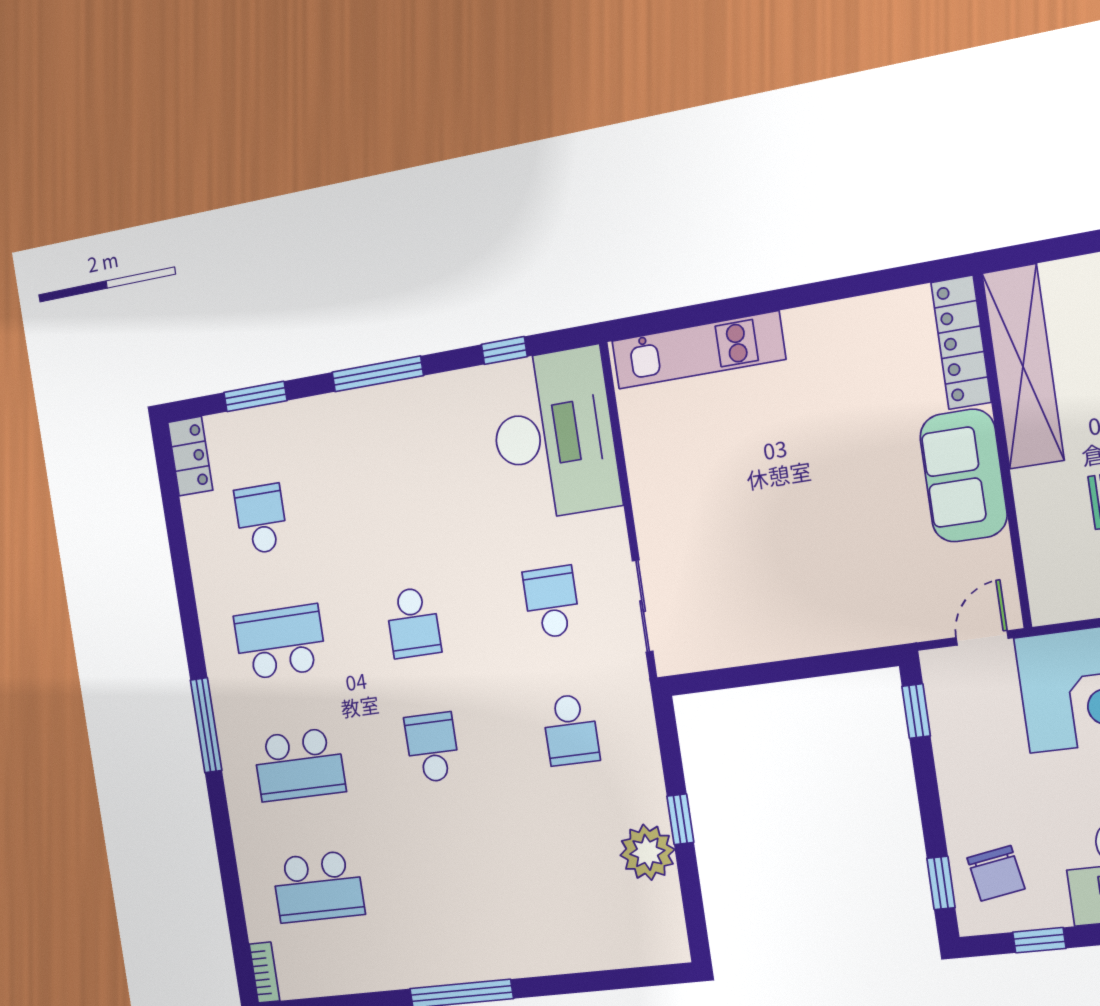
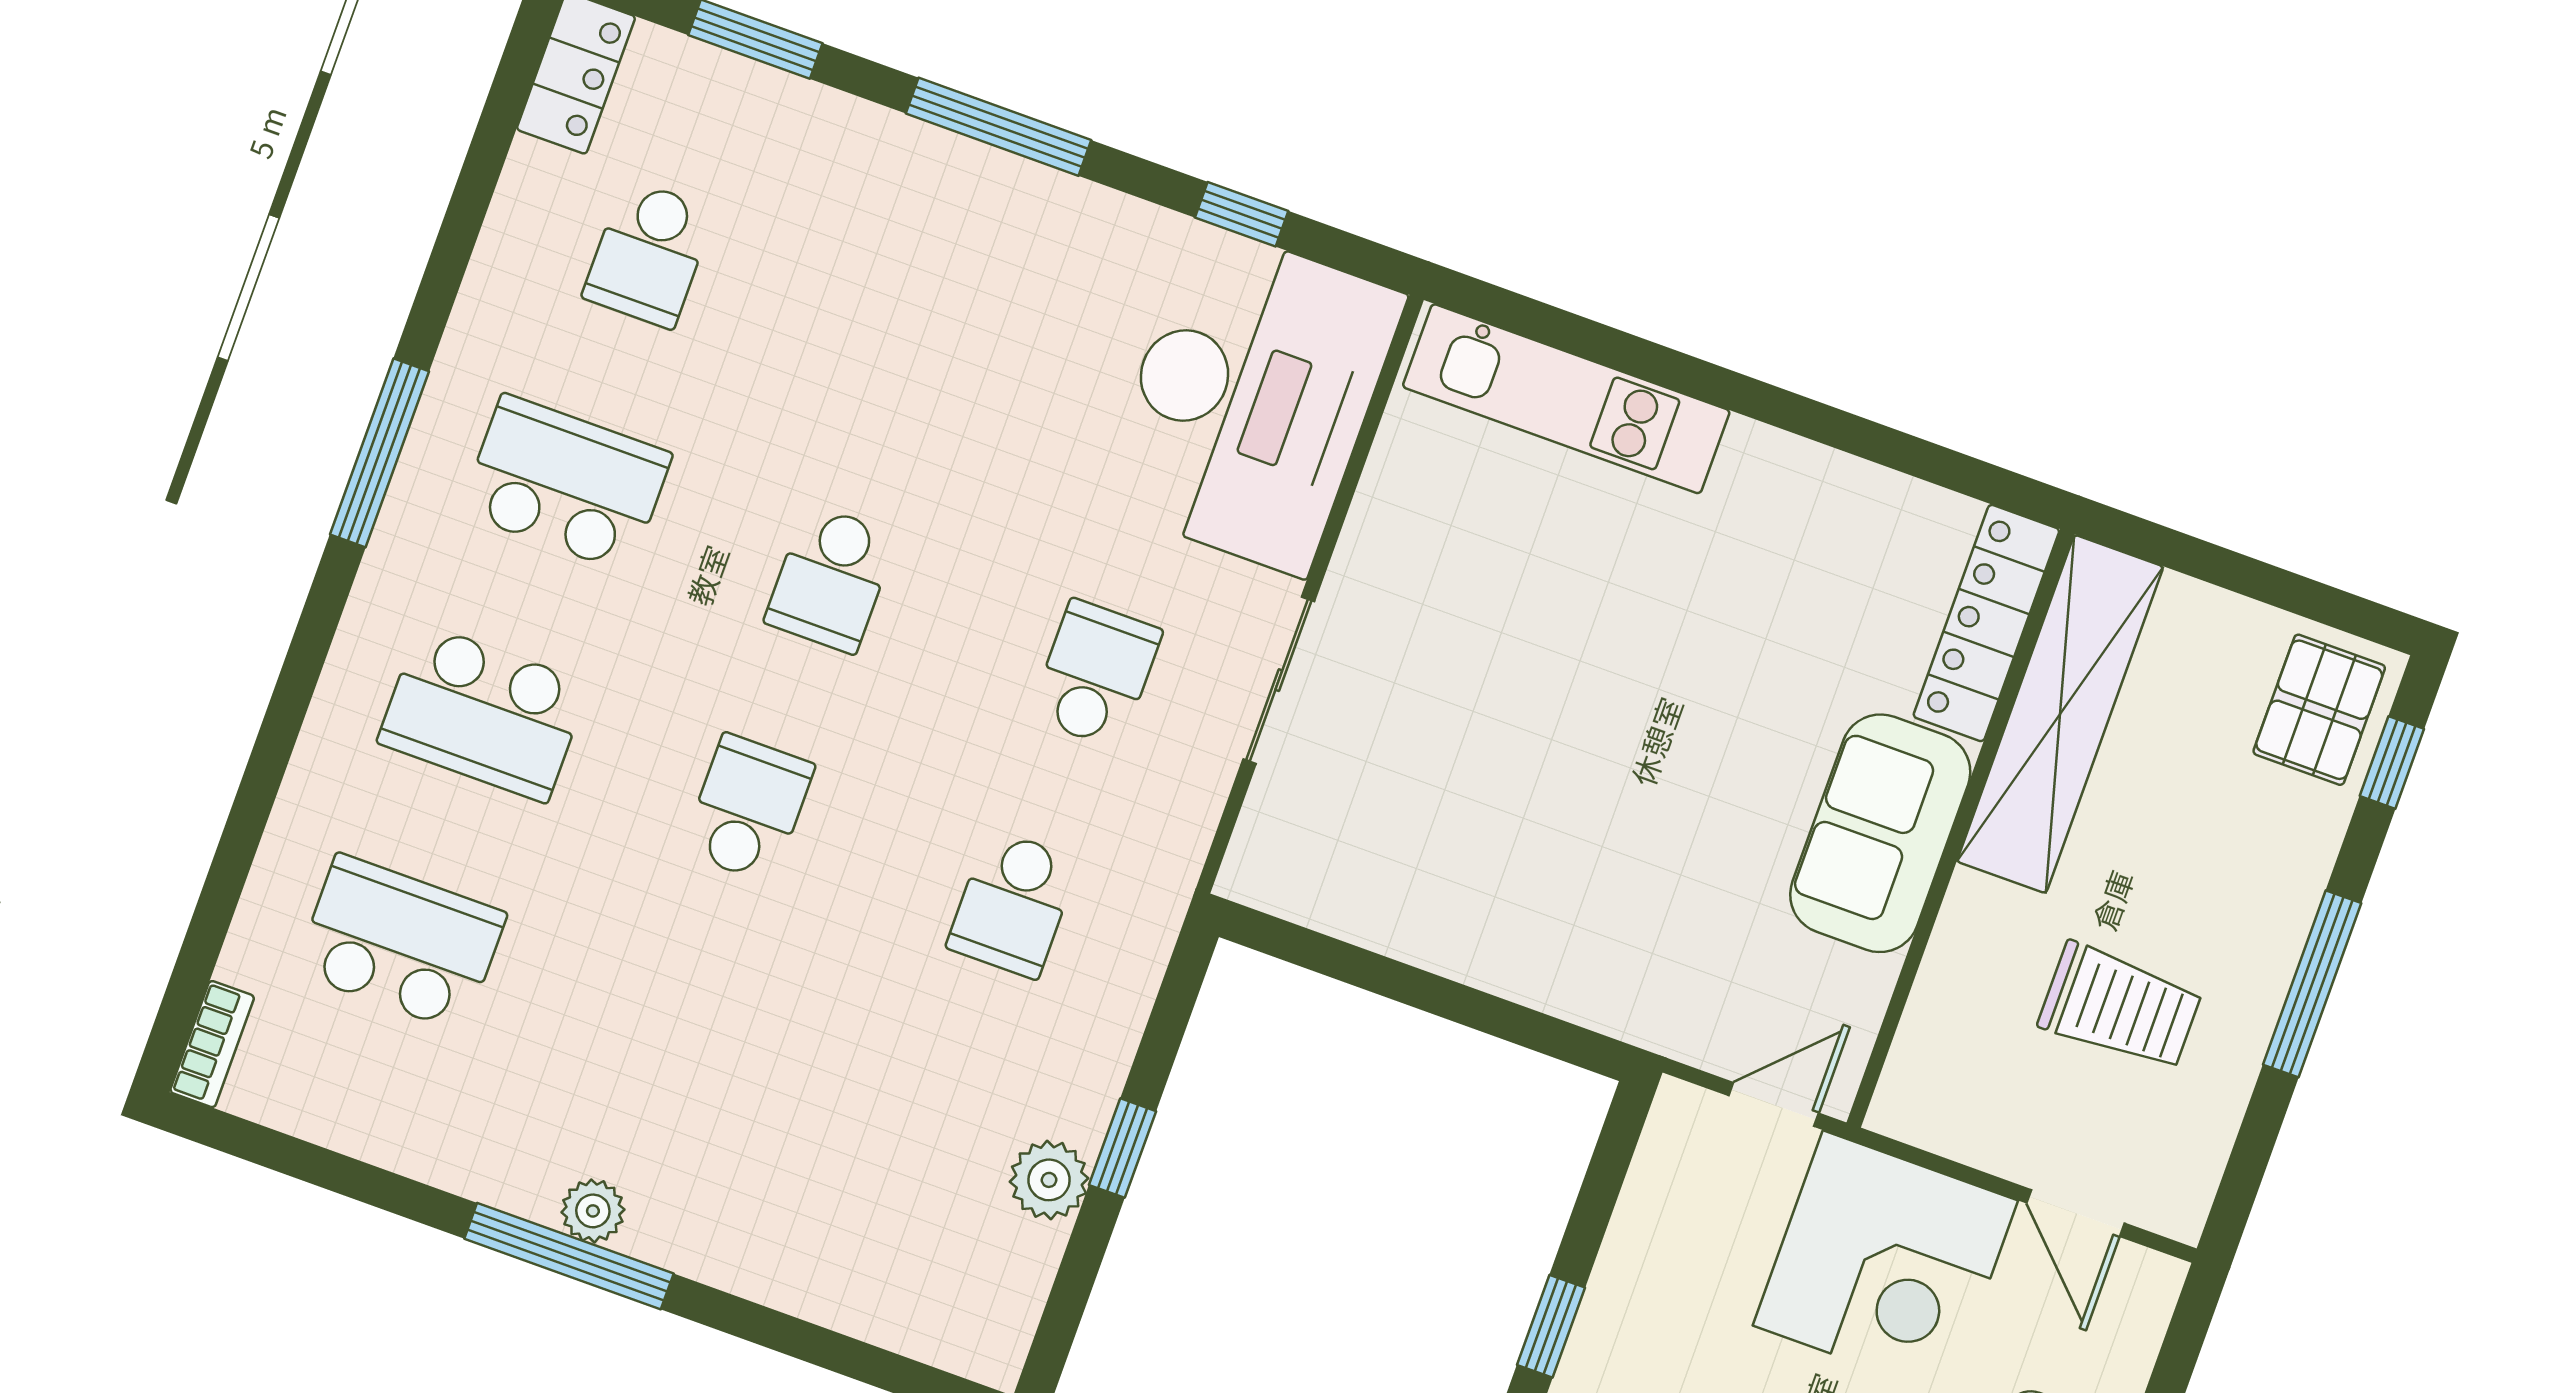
school desk: (261, 519) -> (649, 254), turned 180
sliding door: (643, 606) -> (1279, 680), moved
window: (916, 711) -> (1551, 1326), moved
window: (206, 725) -> (379, 453), moved
plant: (647, 852) -> (1049, 1180), width x0.73, depth x0.73
school desk: (318, 887) -> (401, 943), turned 180
plant: (461, 968) -> (593, 1211), added

